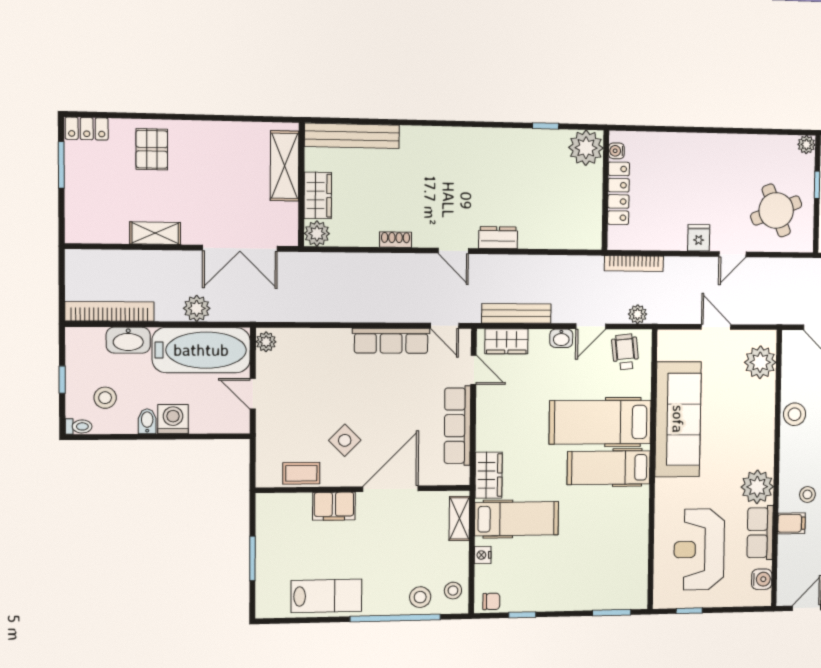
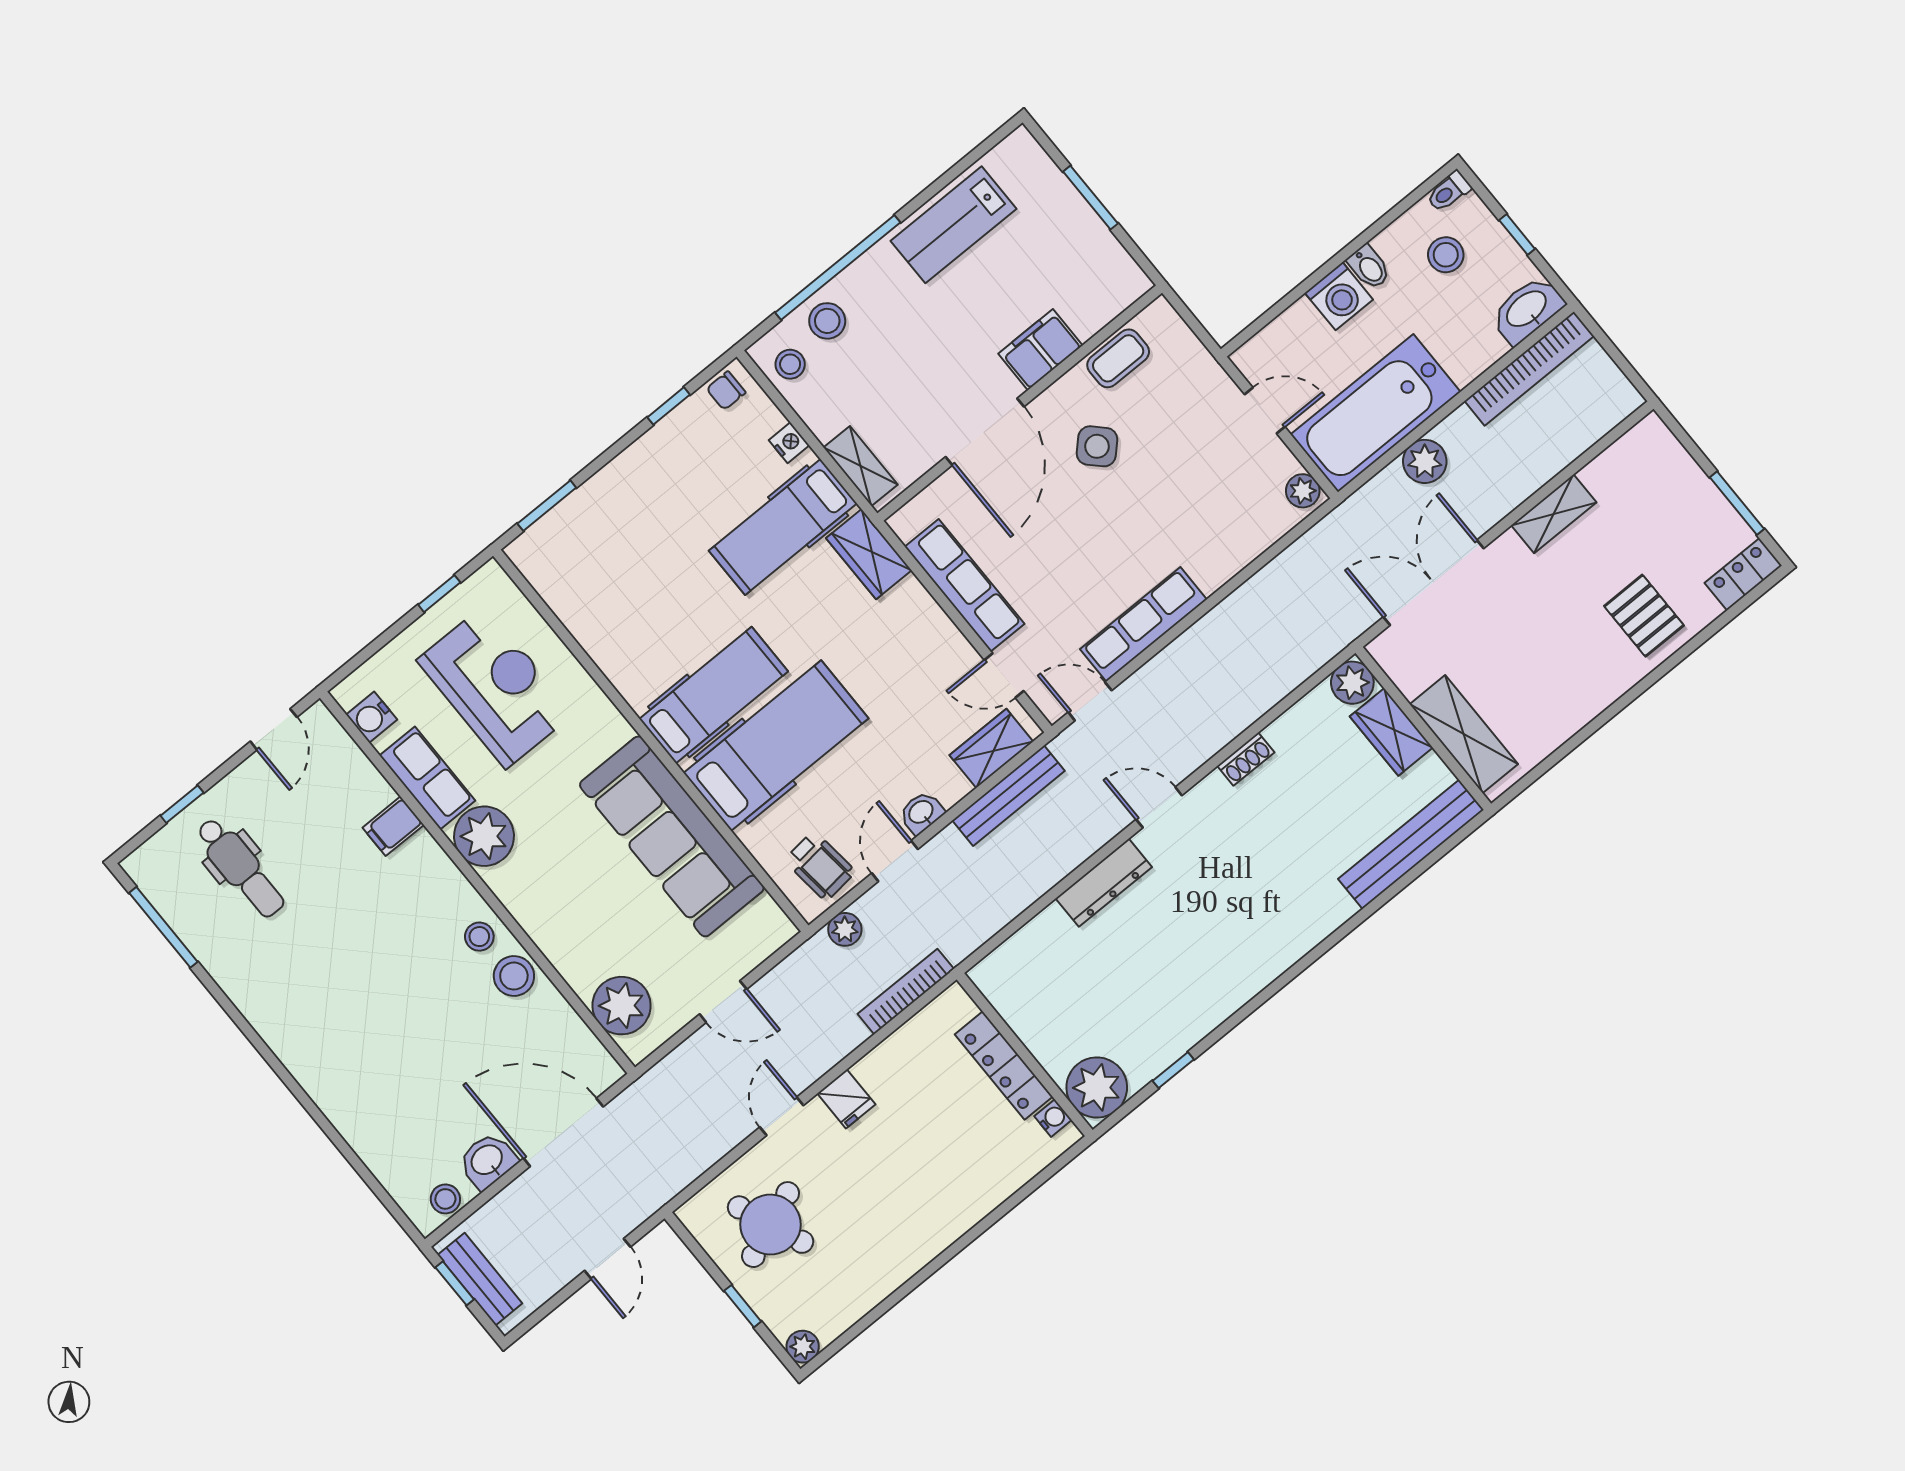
dresser: (498, 238) -> (1104, 883), width x1.44
washbasin: (128, 340) -> (1527, 310), moved
stool: (807, 494) -> (479, 937), moved

